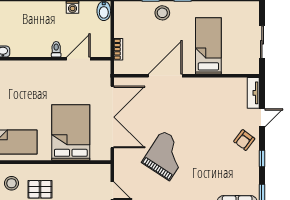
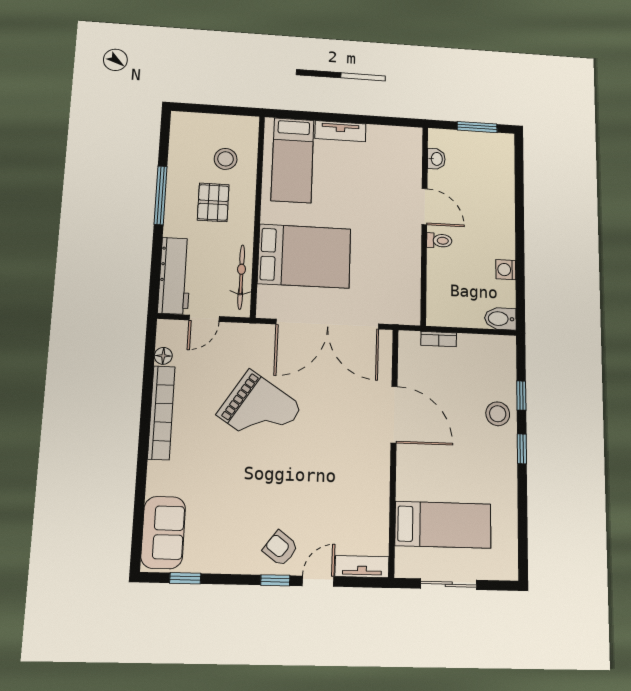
bed: (208, 46) -> (443, 525), moved
door: (78, 59) -> (424, 207), moved
door: (262, 118) -> (318, 581), swing flipped
window: (262, 158) -> (275, 580), moved
bicycle: (86, 170) -> (241, 277), added

